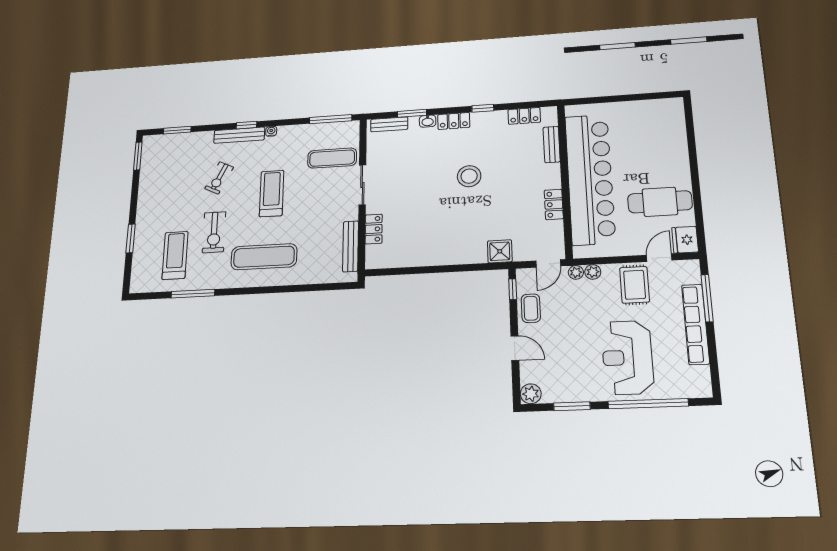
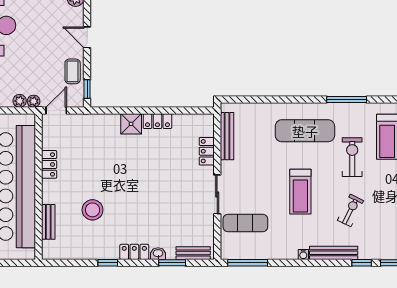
locker: (524, 116) -> (157, 121), moved, turned 180
window: (246, 125) -> (362, 263), moved
stool: (469, 176) -> (93, 210), moved
shower: (500, 251) -> (131, 124), moved
window: (193, 294) -> (347, 100), moved

